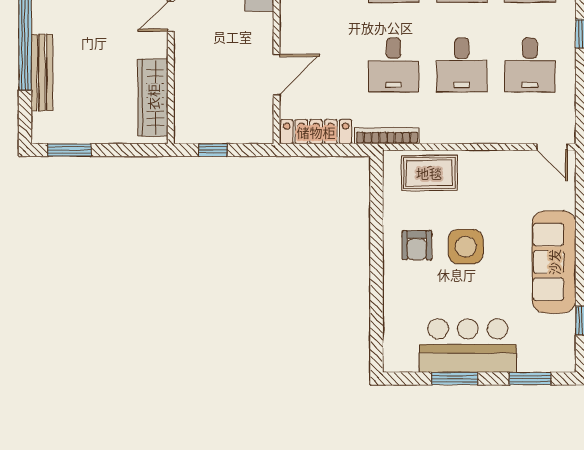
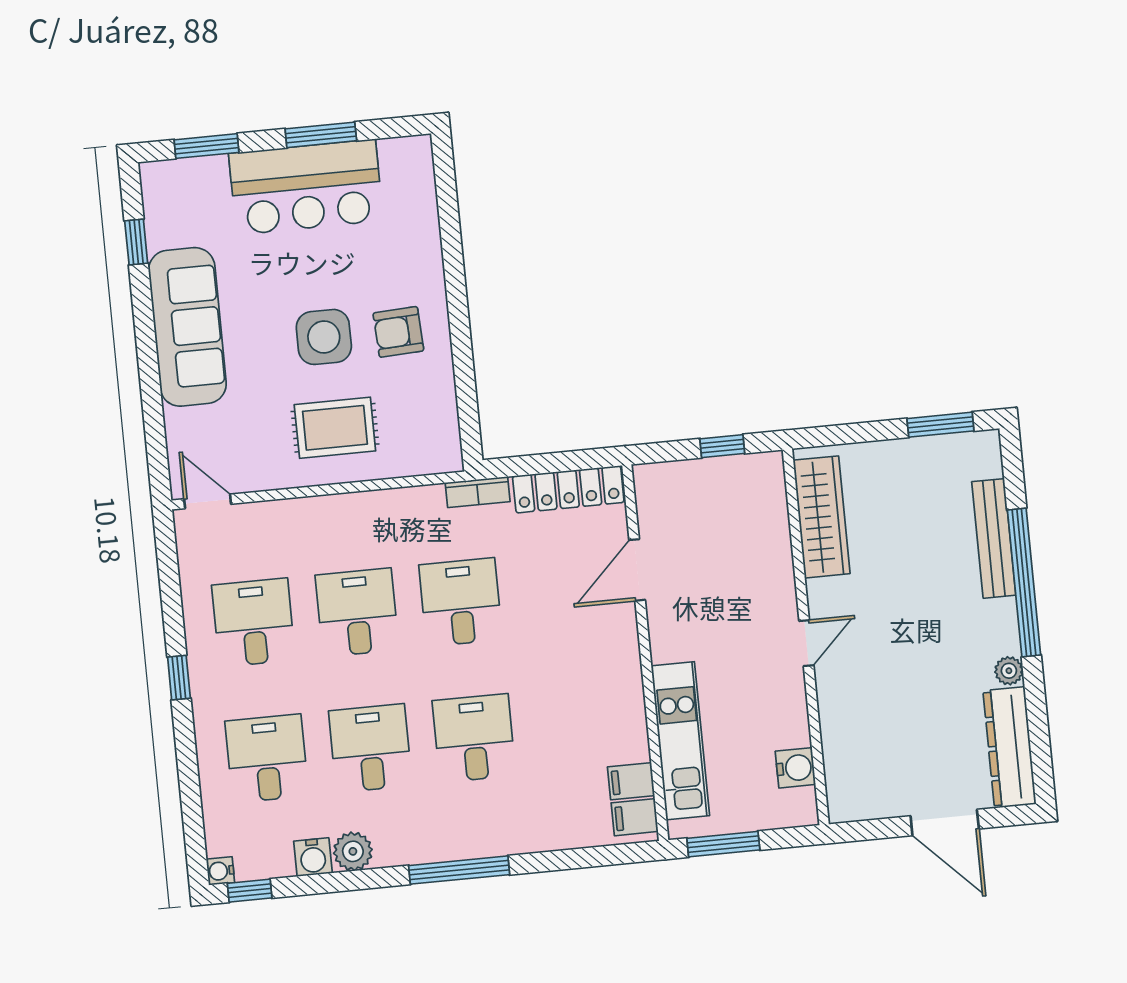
bookcase: (387, 136) -> (478, 492), width x0.64
rug: (429, 173) -> (335, 428), moved
armchair: (417, 245) -> (398, 332), turned -93

